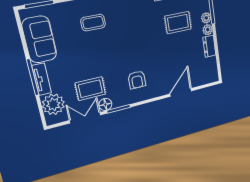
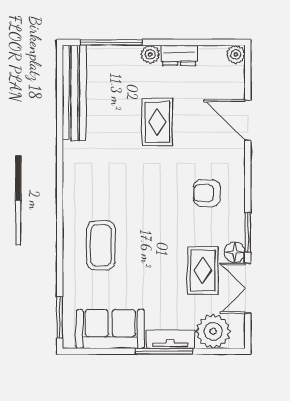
plant: (206, 18) -> (236, 54), moved
coffee table: (93, 23) -> (101, 245), width x1.36, depth x1.30
rug: (178, 23) -> (157, 122), moved
armchair: (137, 80) -> (207, 193), turned 180

